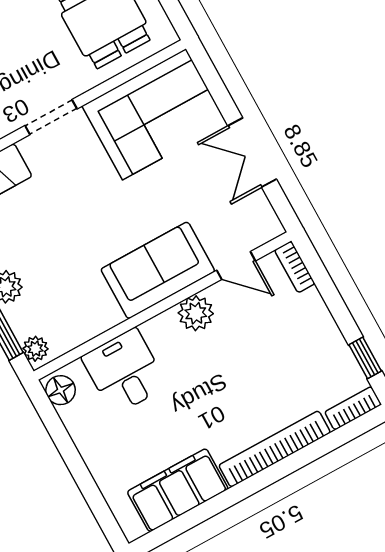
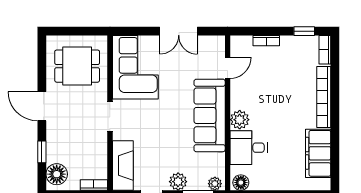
bookcase: (295, 267) -> (266, 41), moved
sofa: (158, 270) -> (210, 115), width x1.36
plant: (196, 313) -> (240, 120), moved

